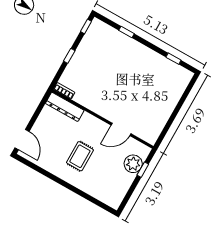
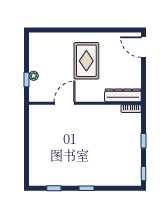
window: (127, 32) -> (87, 188), moved
rug: (80, 156) -> (86, 61), width x1.36, depth x1.43
plant: (133, 164) -> (34, 76), width x0.53, depth x0.53

